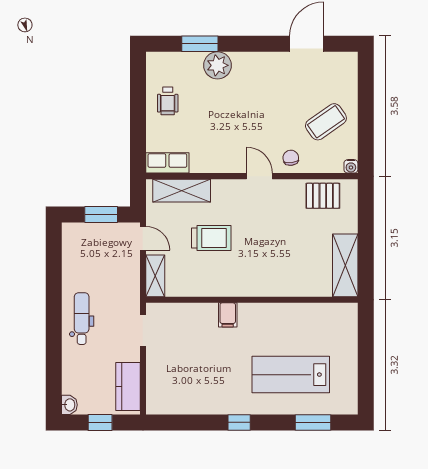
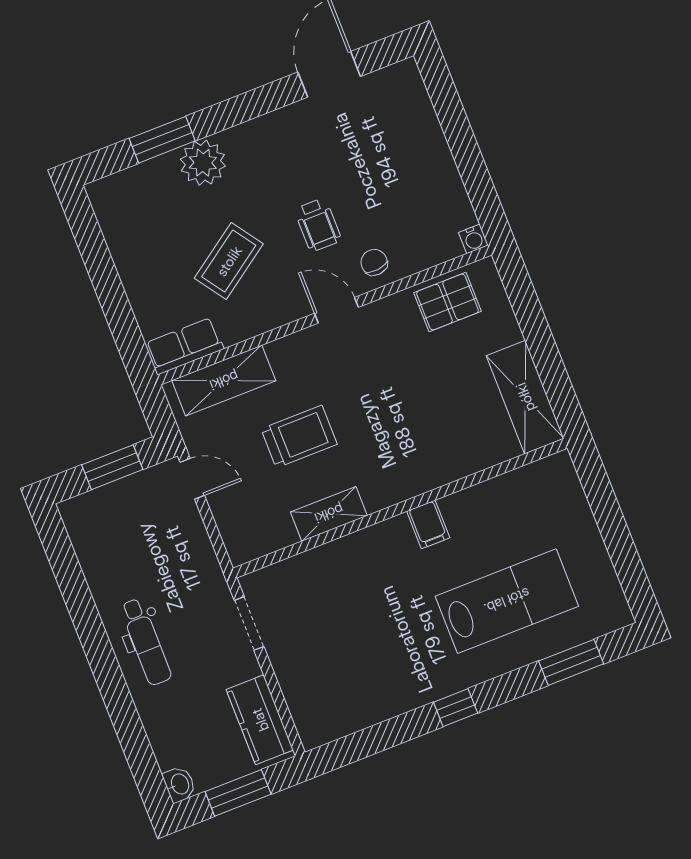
wheelchair: (168, 101) -> (318, 225), moved
coffee table: (326, 122) -> (229, 261), moved
shelving: (155, 276) -> (329, 514), moved, turned 90
filing cabinet: (228, 315) -> (428, 524), moved
dental chair: (82, 319) -> (146, 642), turned 180
lab bench: (291, 375) -> (507, 601), turned 180
window: (100, 422) -> (238, 793), width x1.50

